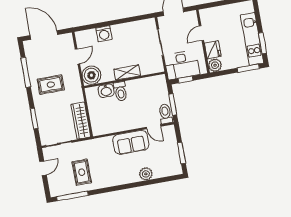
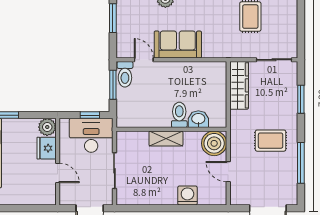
door: (201, 33) -> (58, 173), hinge flipped
door: (77, 56) -> (228, 172), hinge flipped
door: (43, 168) -> (301, 31), removed

